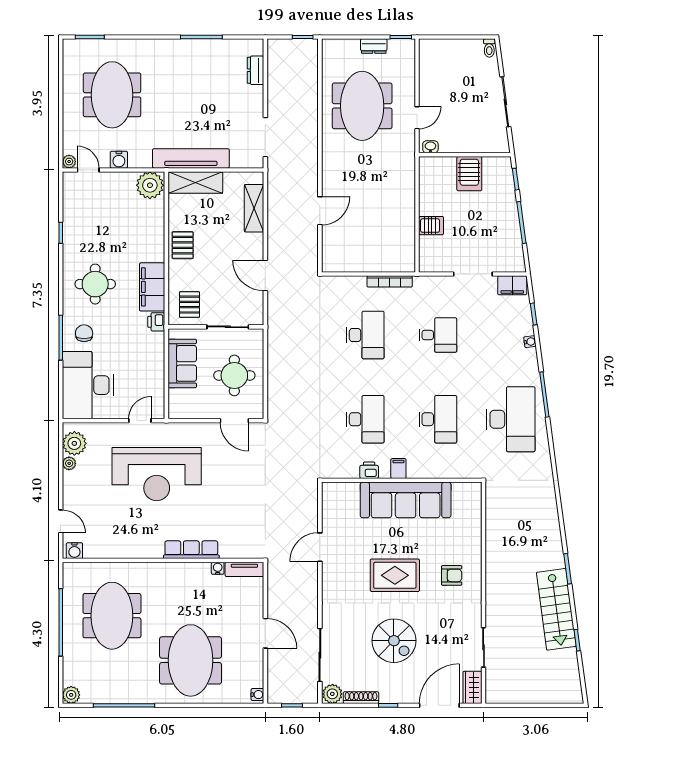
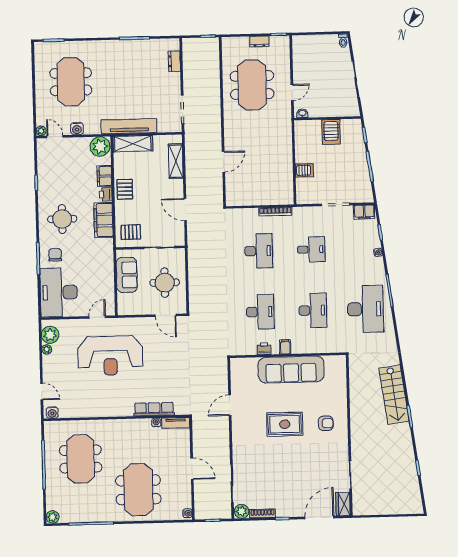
filing cabinet: (155, 226) -> (104, 176), added
pallet: (189, 305) -> (131, 232), turned 90
printer: (156, 322) -> (106, 194), moved
row of seats: (191, 550) -> (154, 409), moved
stairs: (556, 609) -> (394, 395), moved
spiral stairs: (394, 641) -> (285, 472), removed

